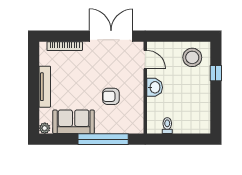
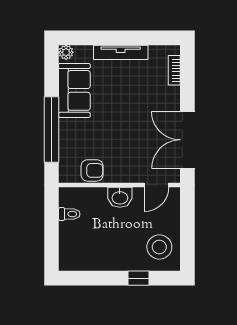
double door: (111, 36) -> (187, 140), swing flipped
bookcase: (65, 46) -> (174, 70), width x0.64
armchair: (111, 96) -> (92, 170), moved, turned 90

